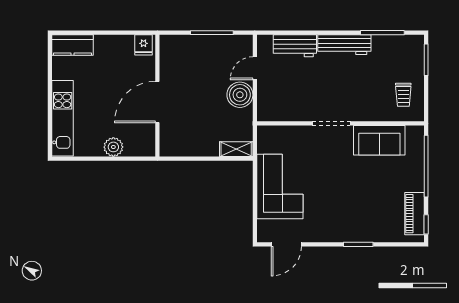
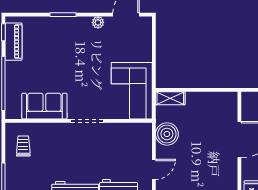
boiler: (240, 95) -> (167, 134), moved
corner sofa: (280, 186) -> (132, 91), moved
plant: (318, 235) -> (98, 22), added

